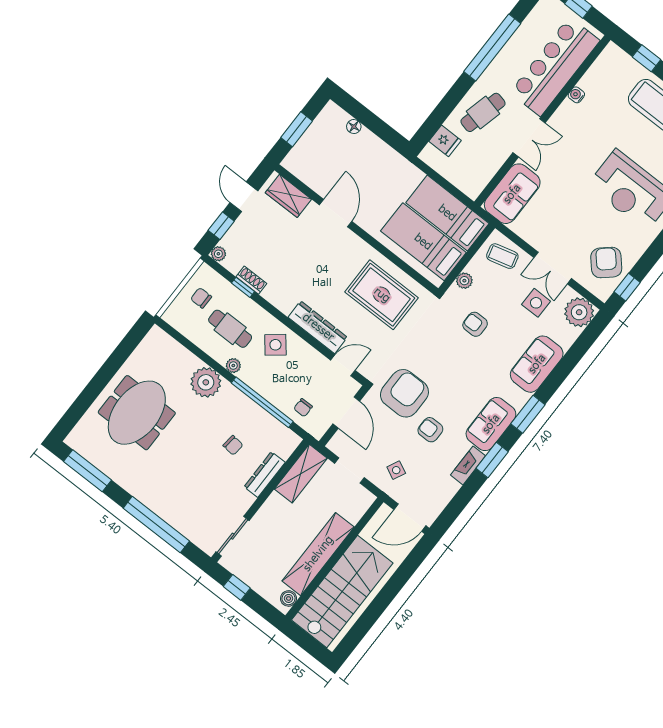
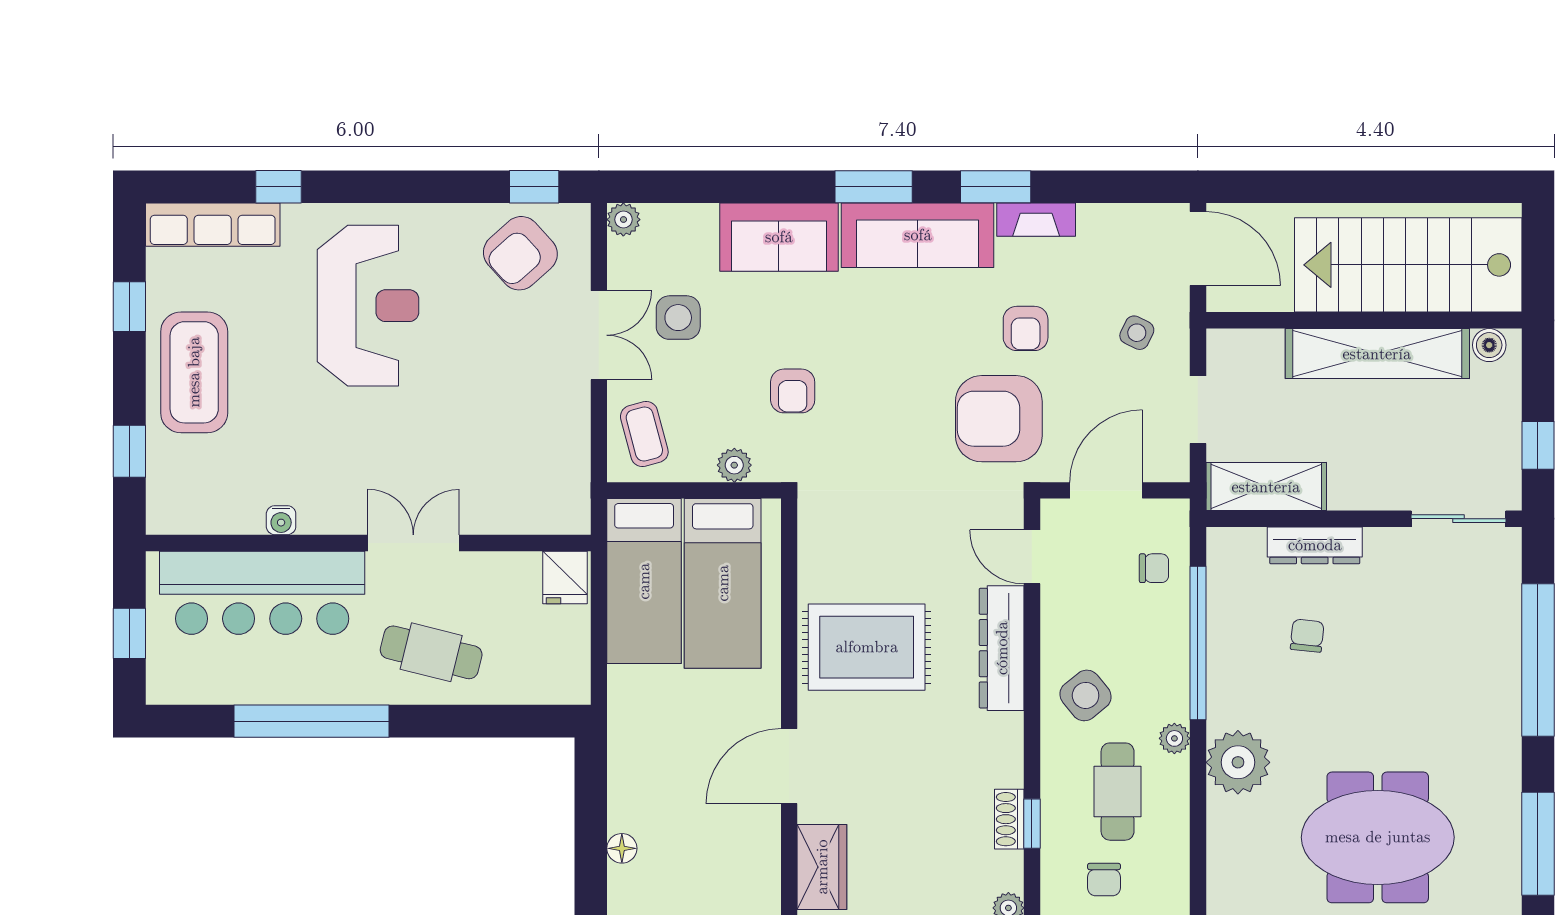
fridge: (445, 141) -> (565, 577), moved, turned 180
sofa: (512, 194) -> (528, 499), removed
rug: (382, 295) -> (867, 647), moved, turned 90
plant: (579, 312) -> (623, 220), width x0.53, depth x0.53
sofa: (491, 424) -> (918, 235), width x1.36

